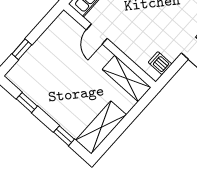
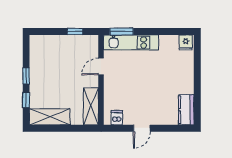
window: (22, 49) -> (75, 31), moved
window: (27, 103) -> (26, 76), moved

